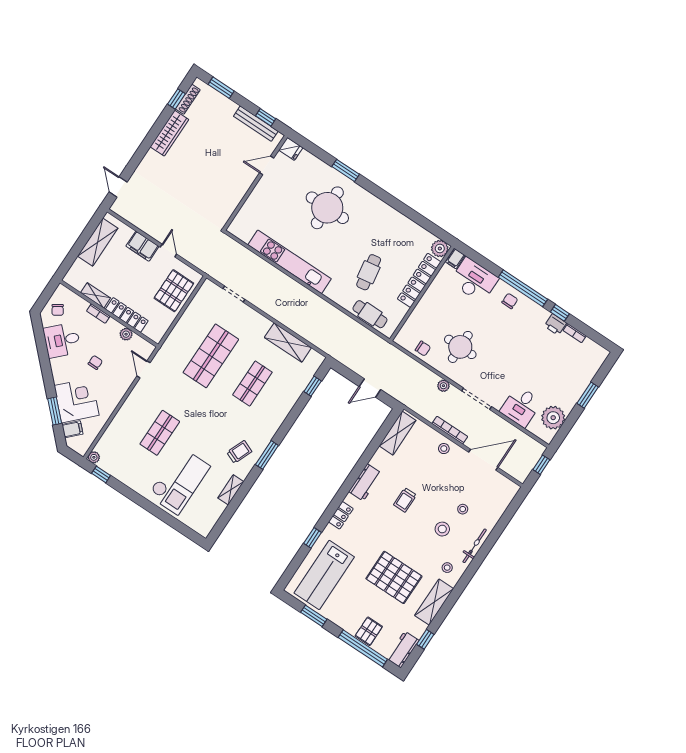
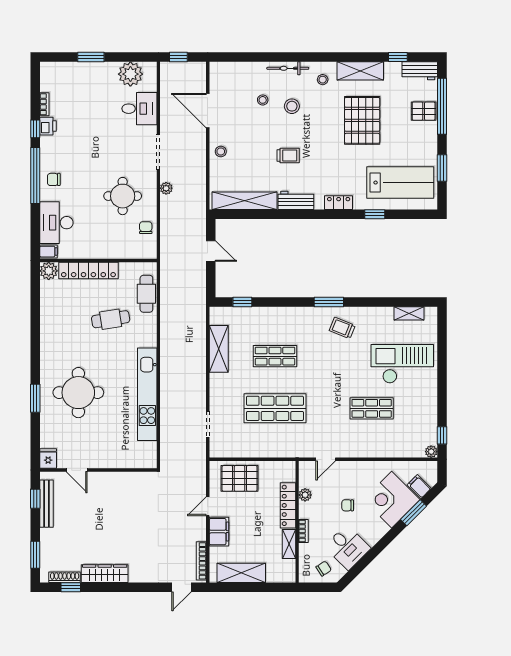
bookcase: (450, 430) -> (201, 561), moved
shelving: (398, 433) -> (244, 201), width x1.47
shelving: (231, 490) -> (409, 313), moved

